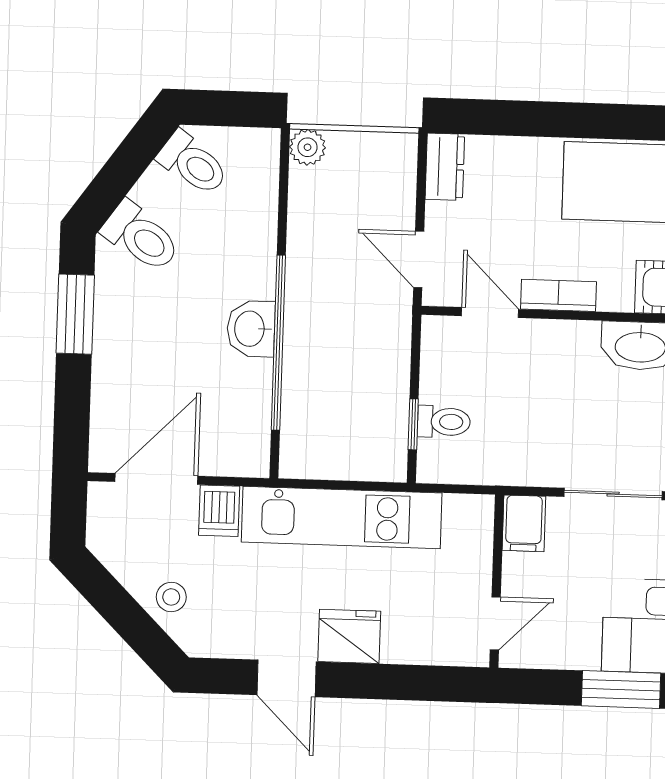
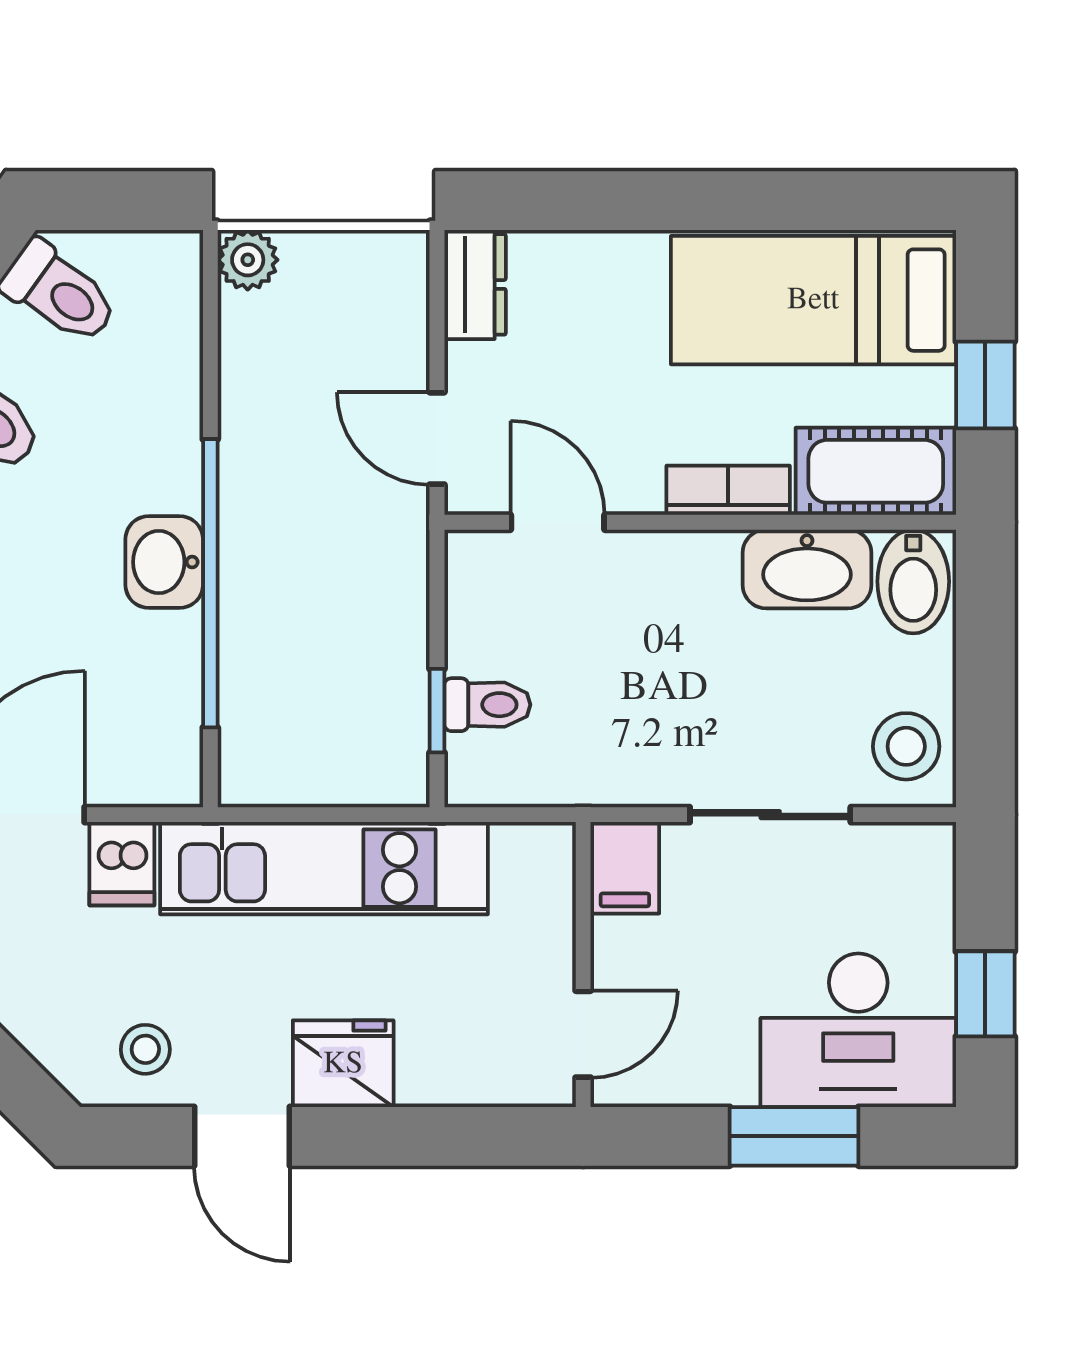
bookcase: (559, 295) -> (728, 490), moved
stool: (171, 597) -> (145, 1049), moved

